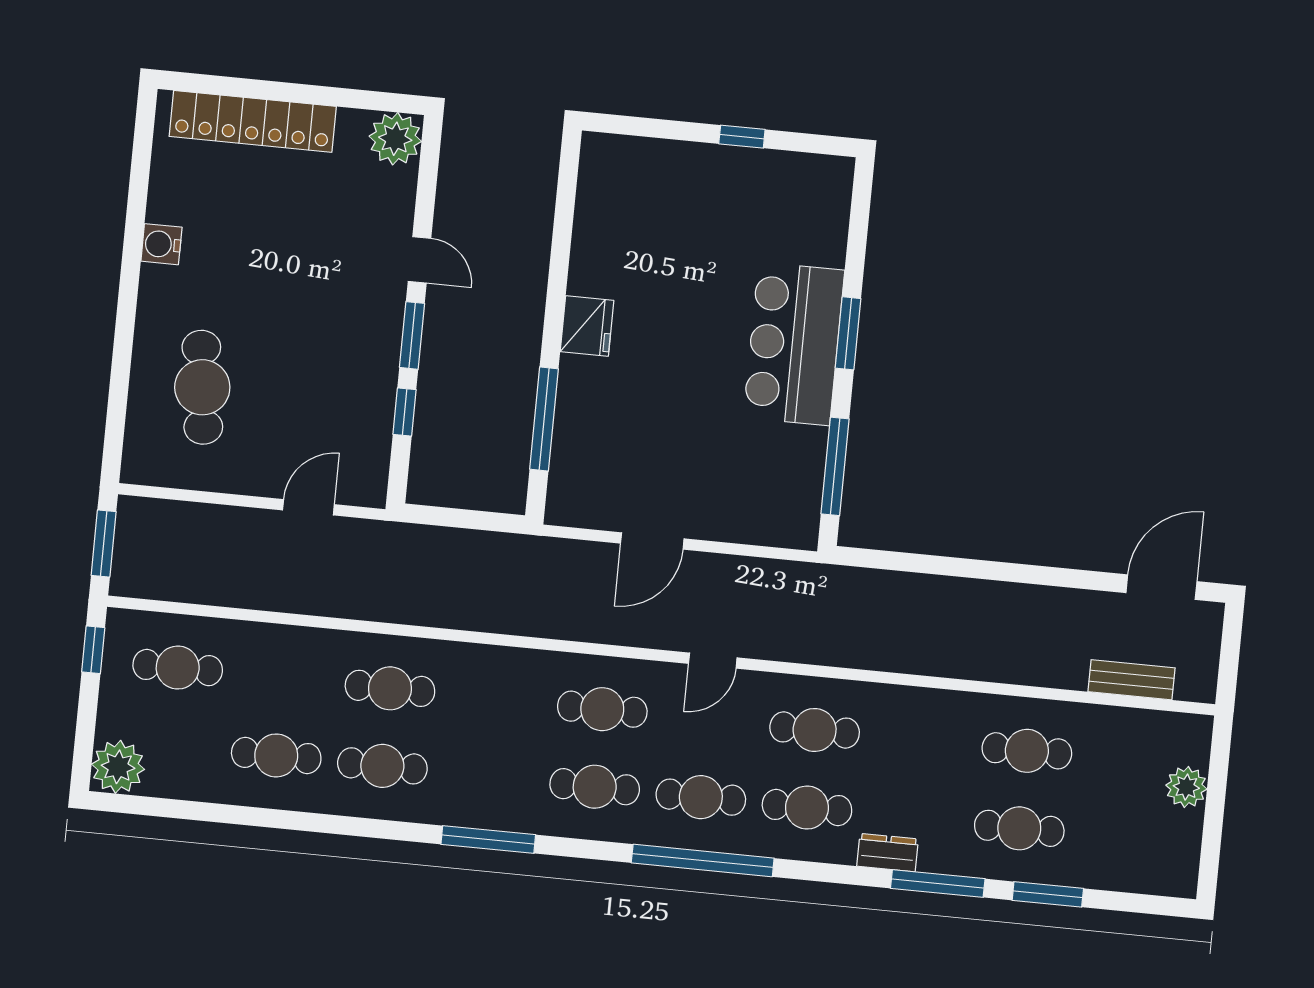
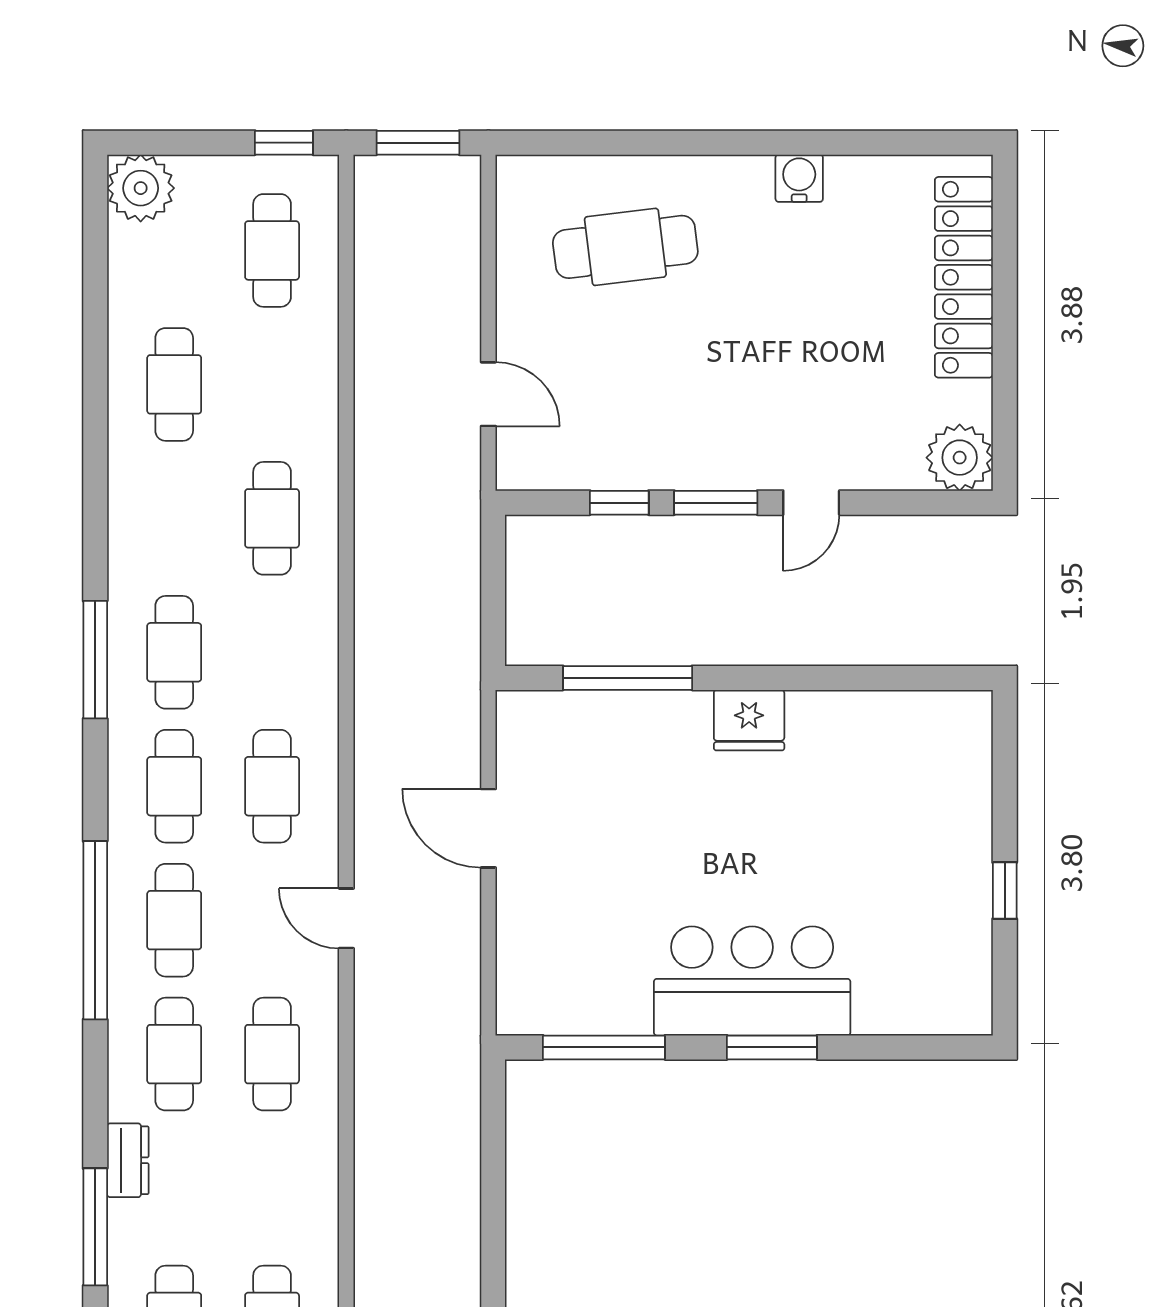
cafe table: (382, 766) -> (174, 652), moved

